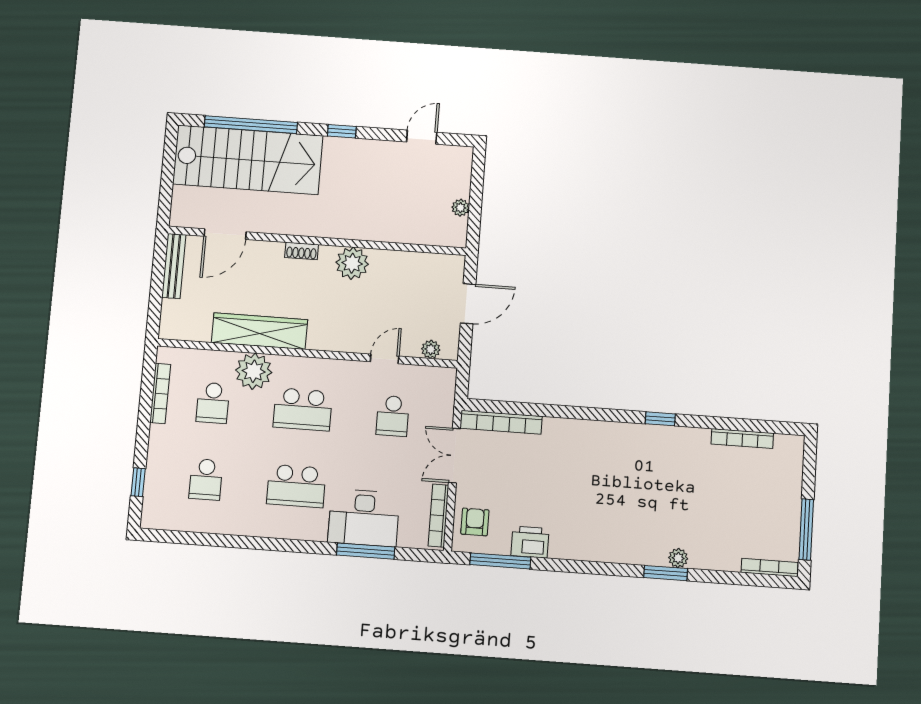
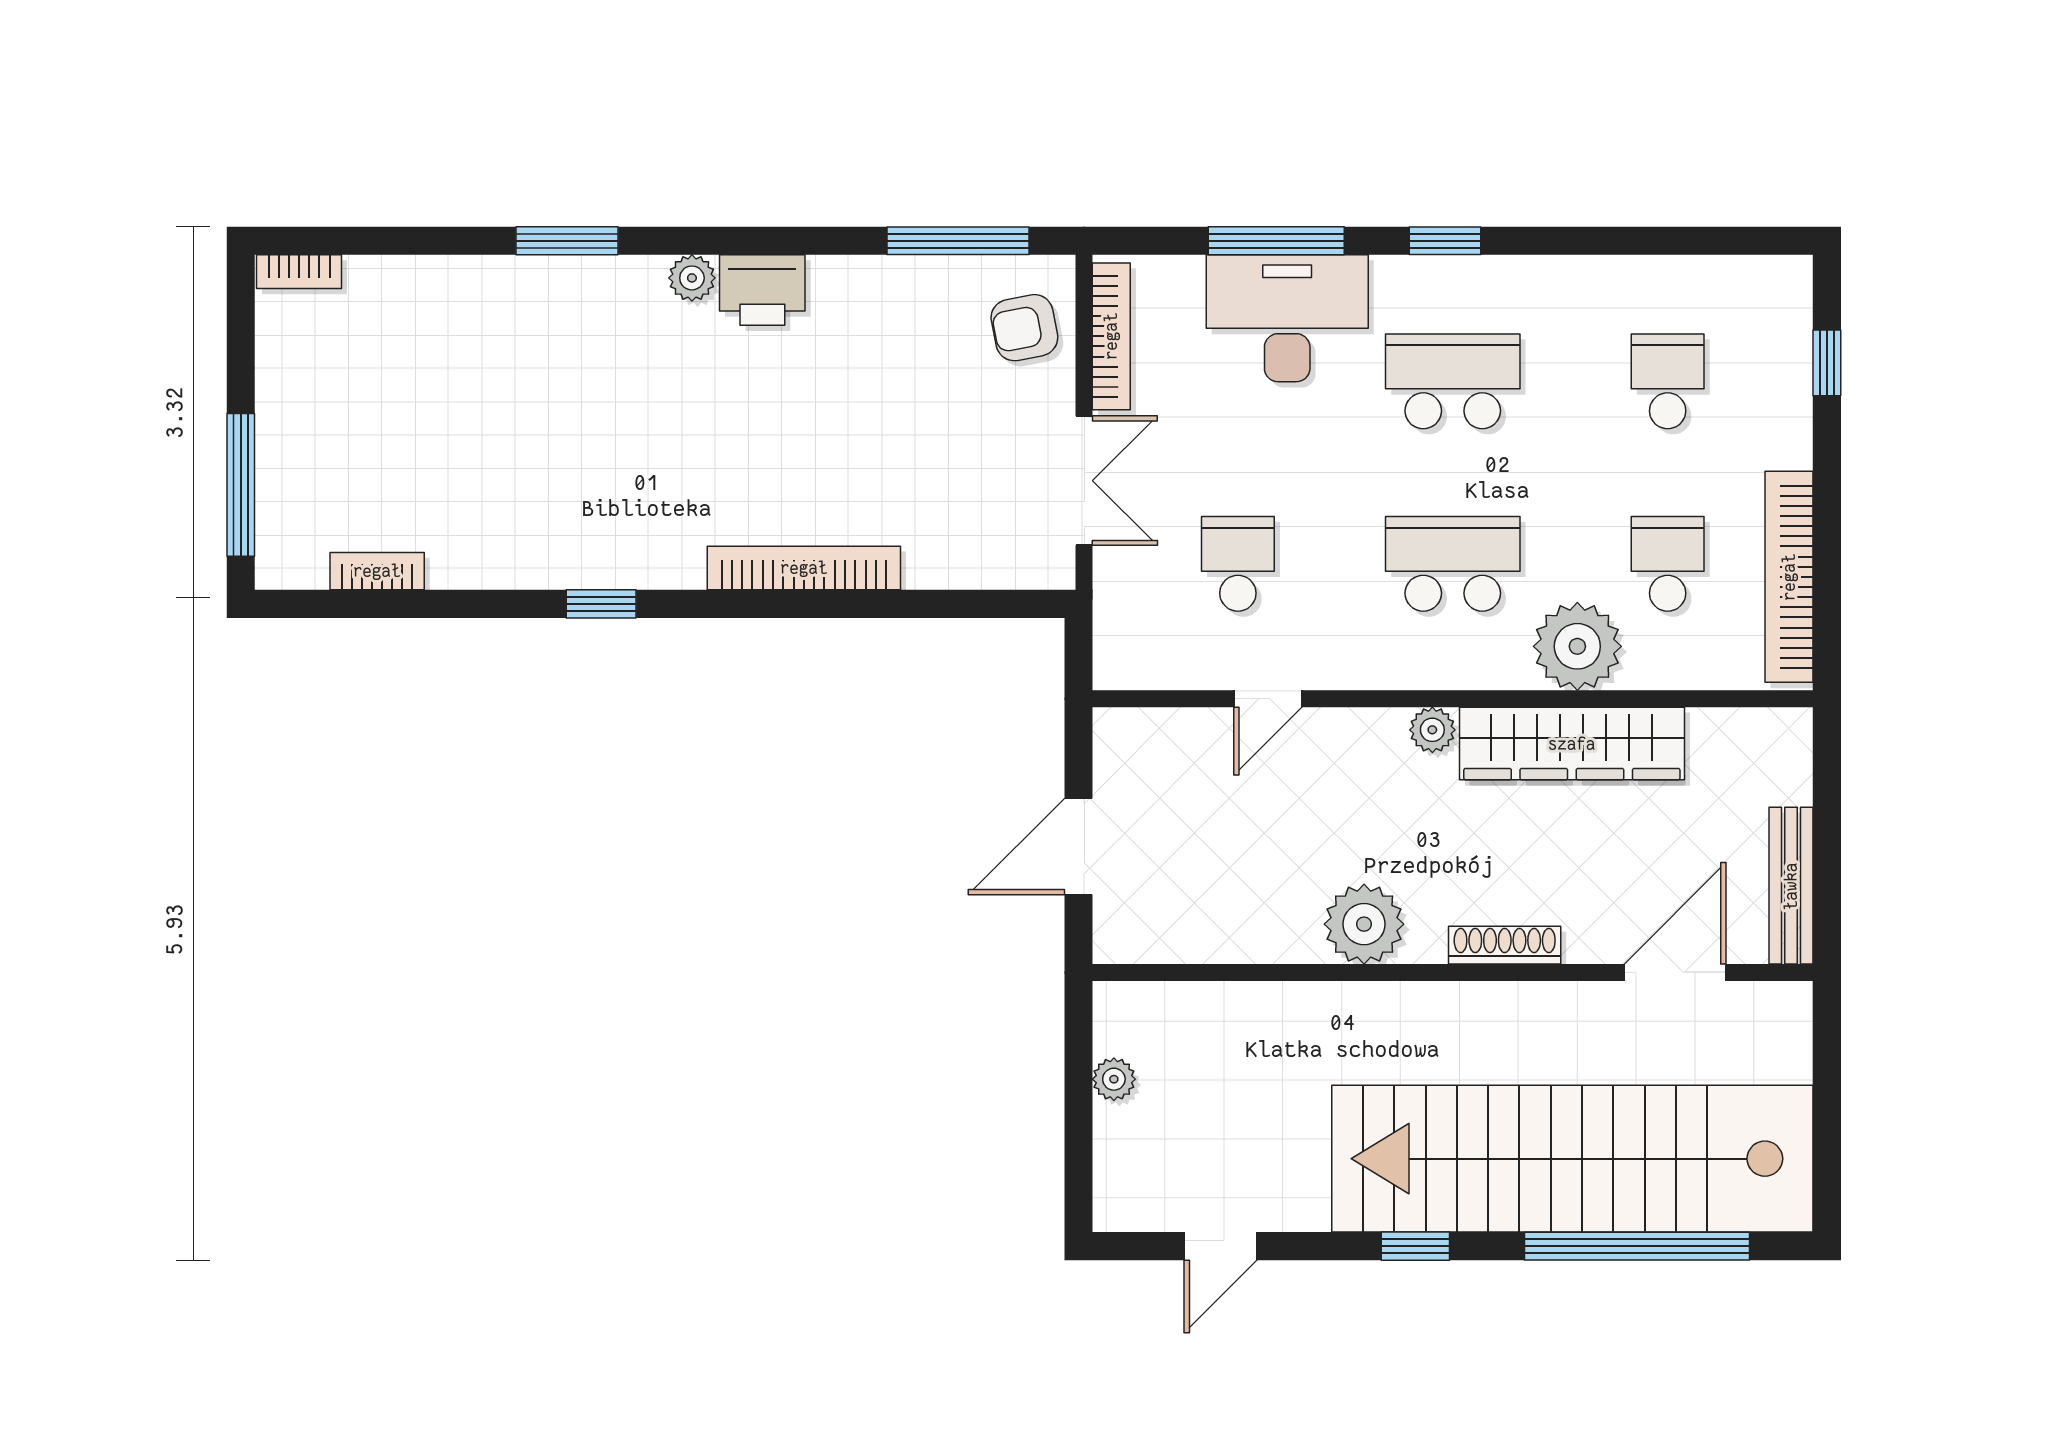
stairs: (248, 160) -> (1572, 1159), width x1.36
shoe rack: (302, 251) -> (1505, 945), width x1.43
plant: (431, 349) -> (1432, 730), moved
bookcase: (160, 393) -> (1789, 577), width x1.48, depth x1.31
bookcase: (501, 422) -> (804, 568), moved
bookcase: (742, 439) -> (377, 571), width x0.64
armchair: (475, 522) -> (1024, 328), turned 79
window: (806, 530) -> (241, 485), moved
printer: (530, 542) -> (762, 290), moved
window: (294, 546) -> (1445, 241), added
plant: (678, 558) -> (692, 278), moved
bookcase: (770, 567) -> (299, 272), width x0.64

